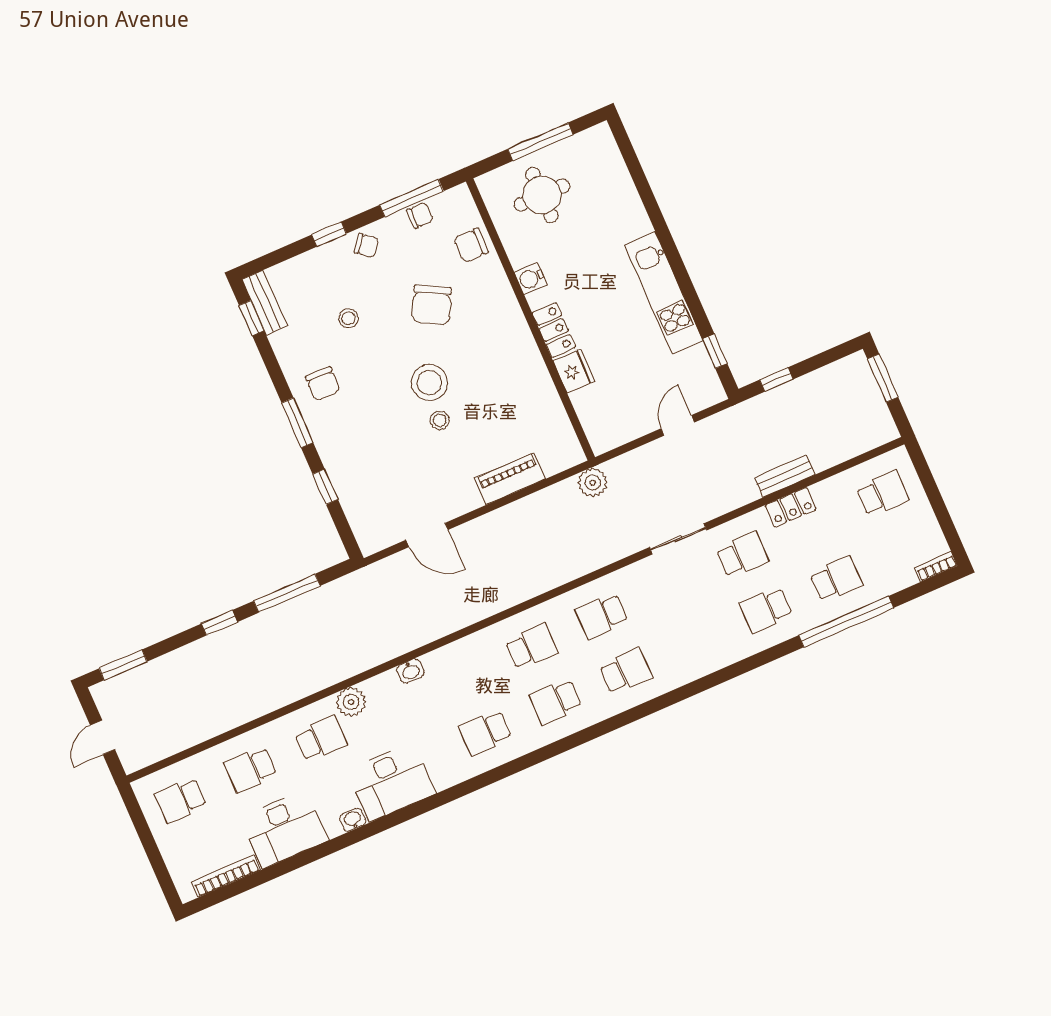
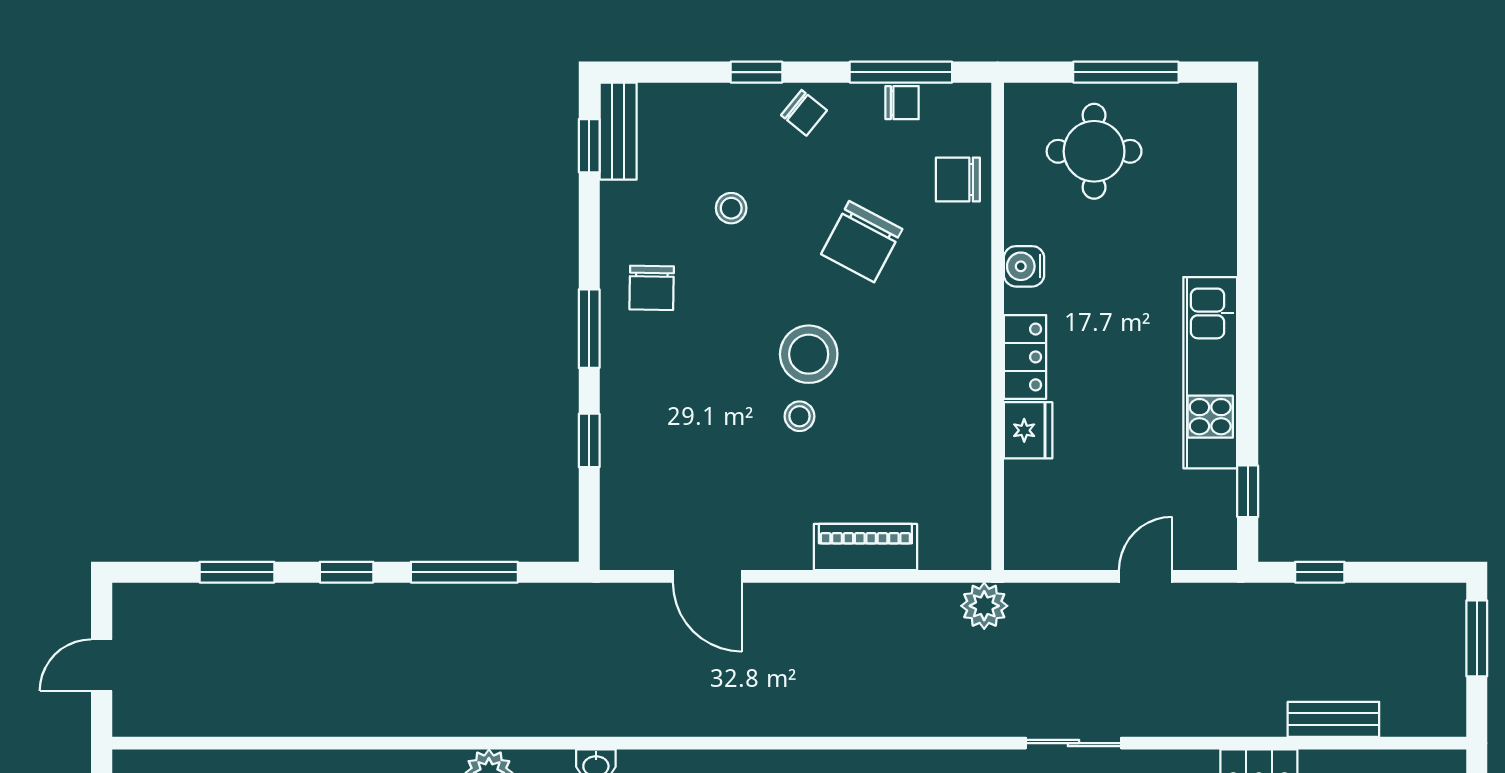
bench: (785, 476) -> (1333, 719), moved
window: (123, 665) -> (237, 572), moved

